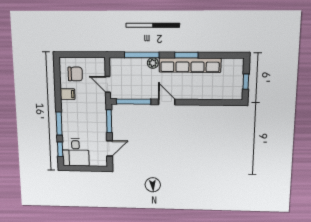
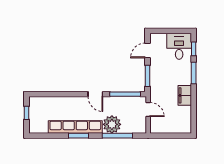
plant: (153, 63) -> (112, 124), width x1.88, depth x1.88
chair: (75, 74) -> (177, 119), removed
filing cabinet: (68, 94) -> (185, 95), width x2.00

